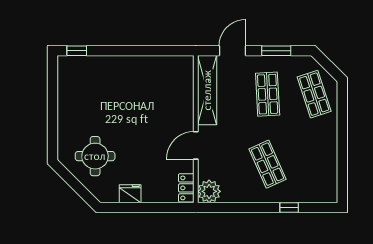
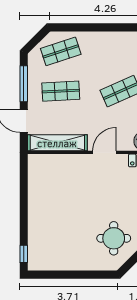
window: (276, 51) -> (24, 84), width x1.44
door: (196, 145) -> (104, 152), swing flipped

